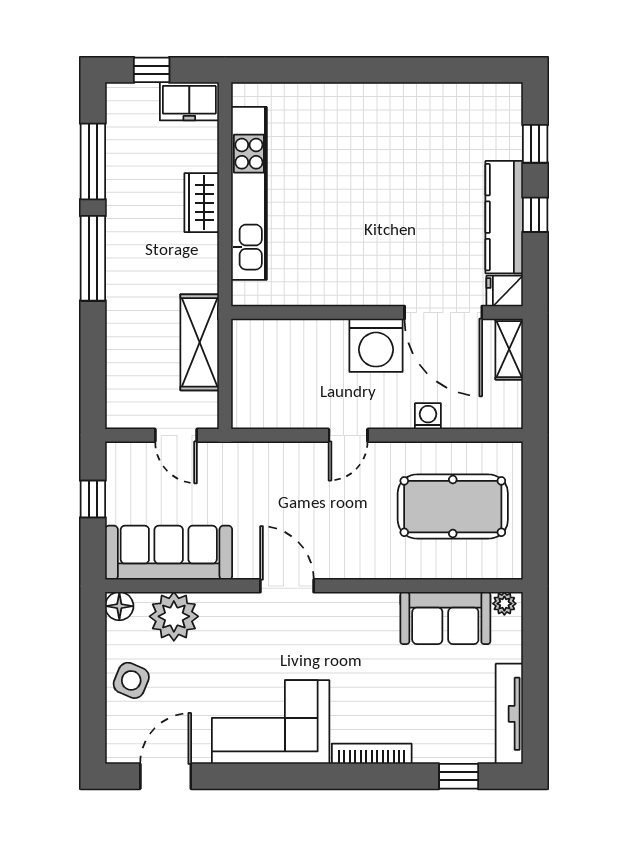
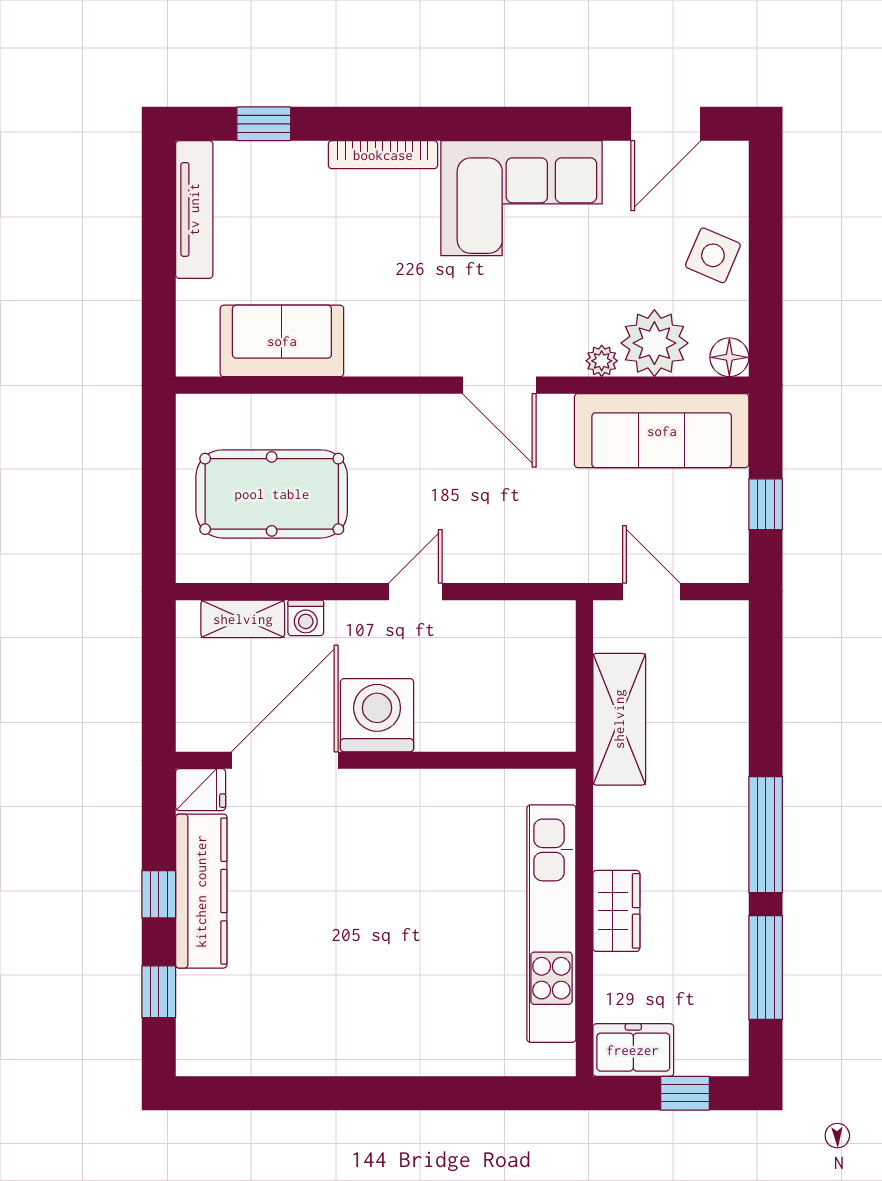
door: (443, 312) -> (285, 760), hinge flipped
shelving: (509, 349) -> (243, 619), moved, turned 90
plant: (504, 604) -> (602, 361), moved

